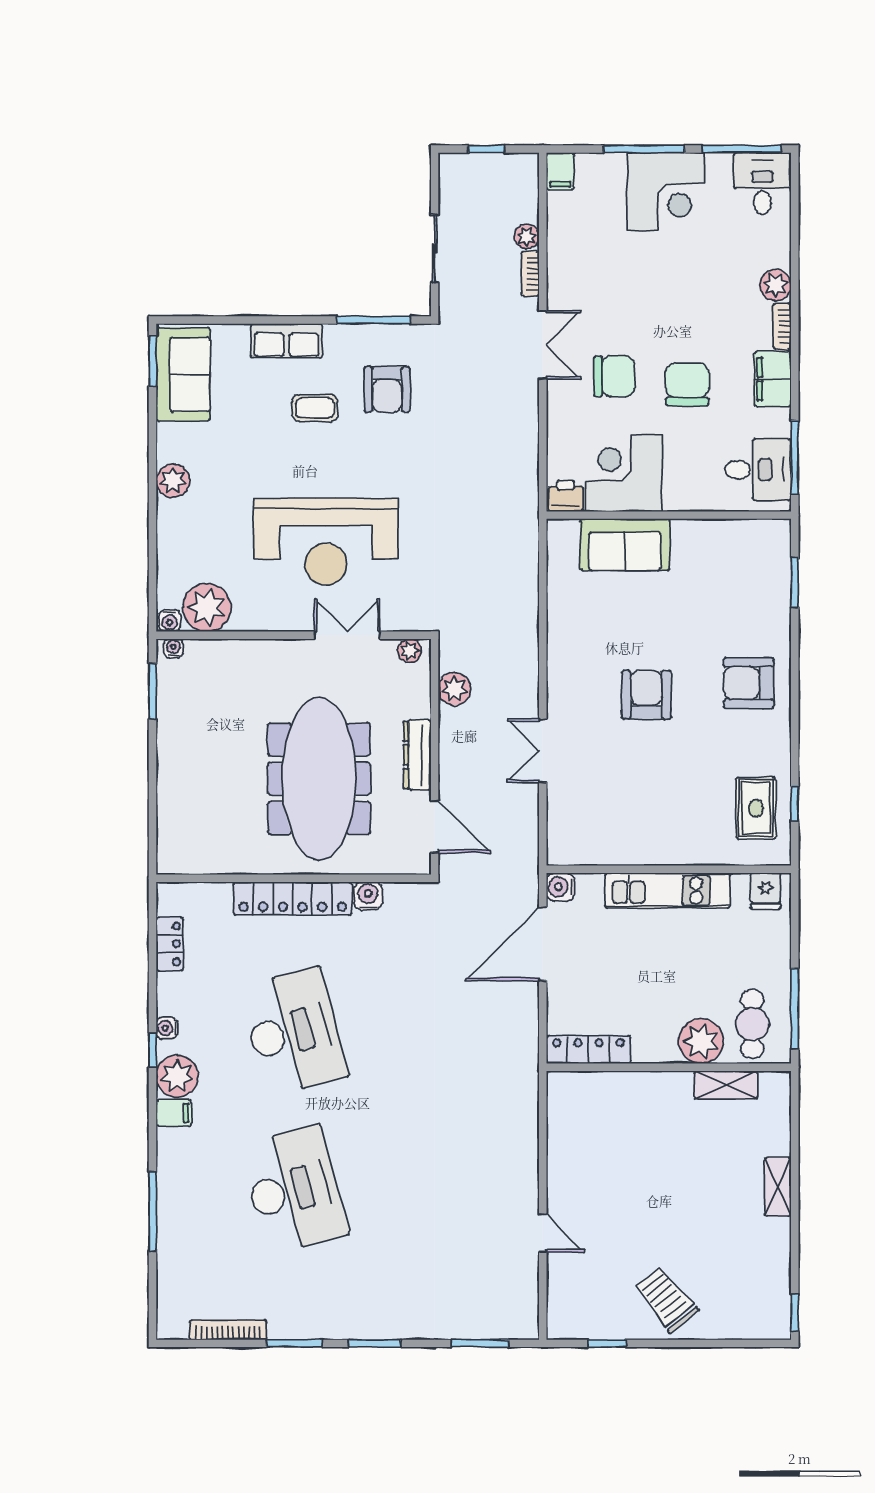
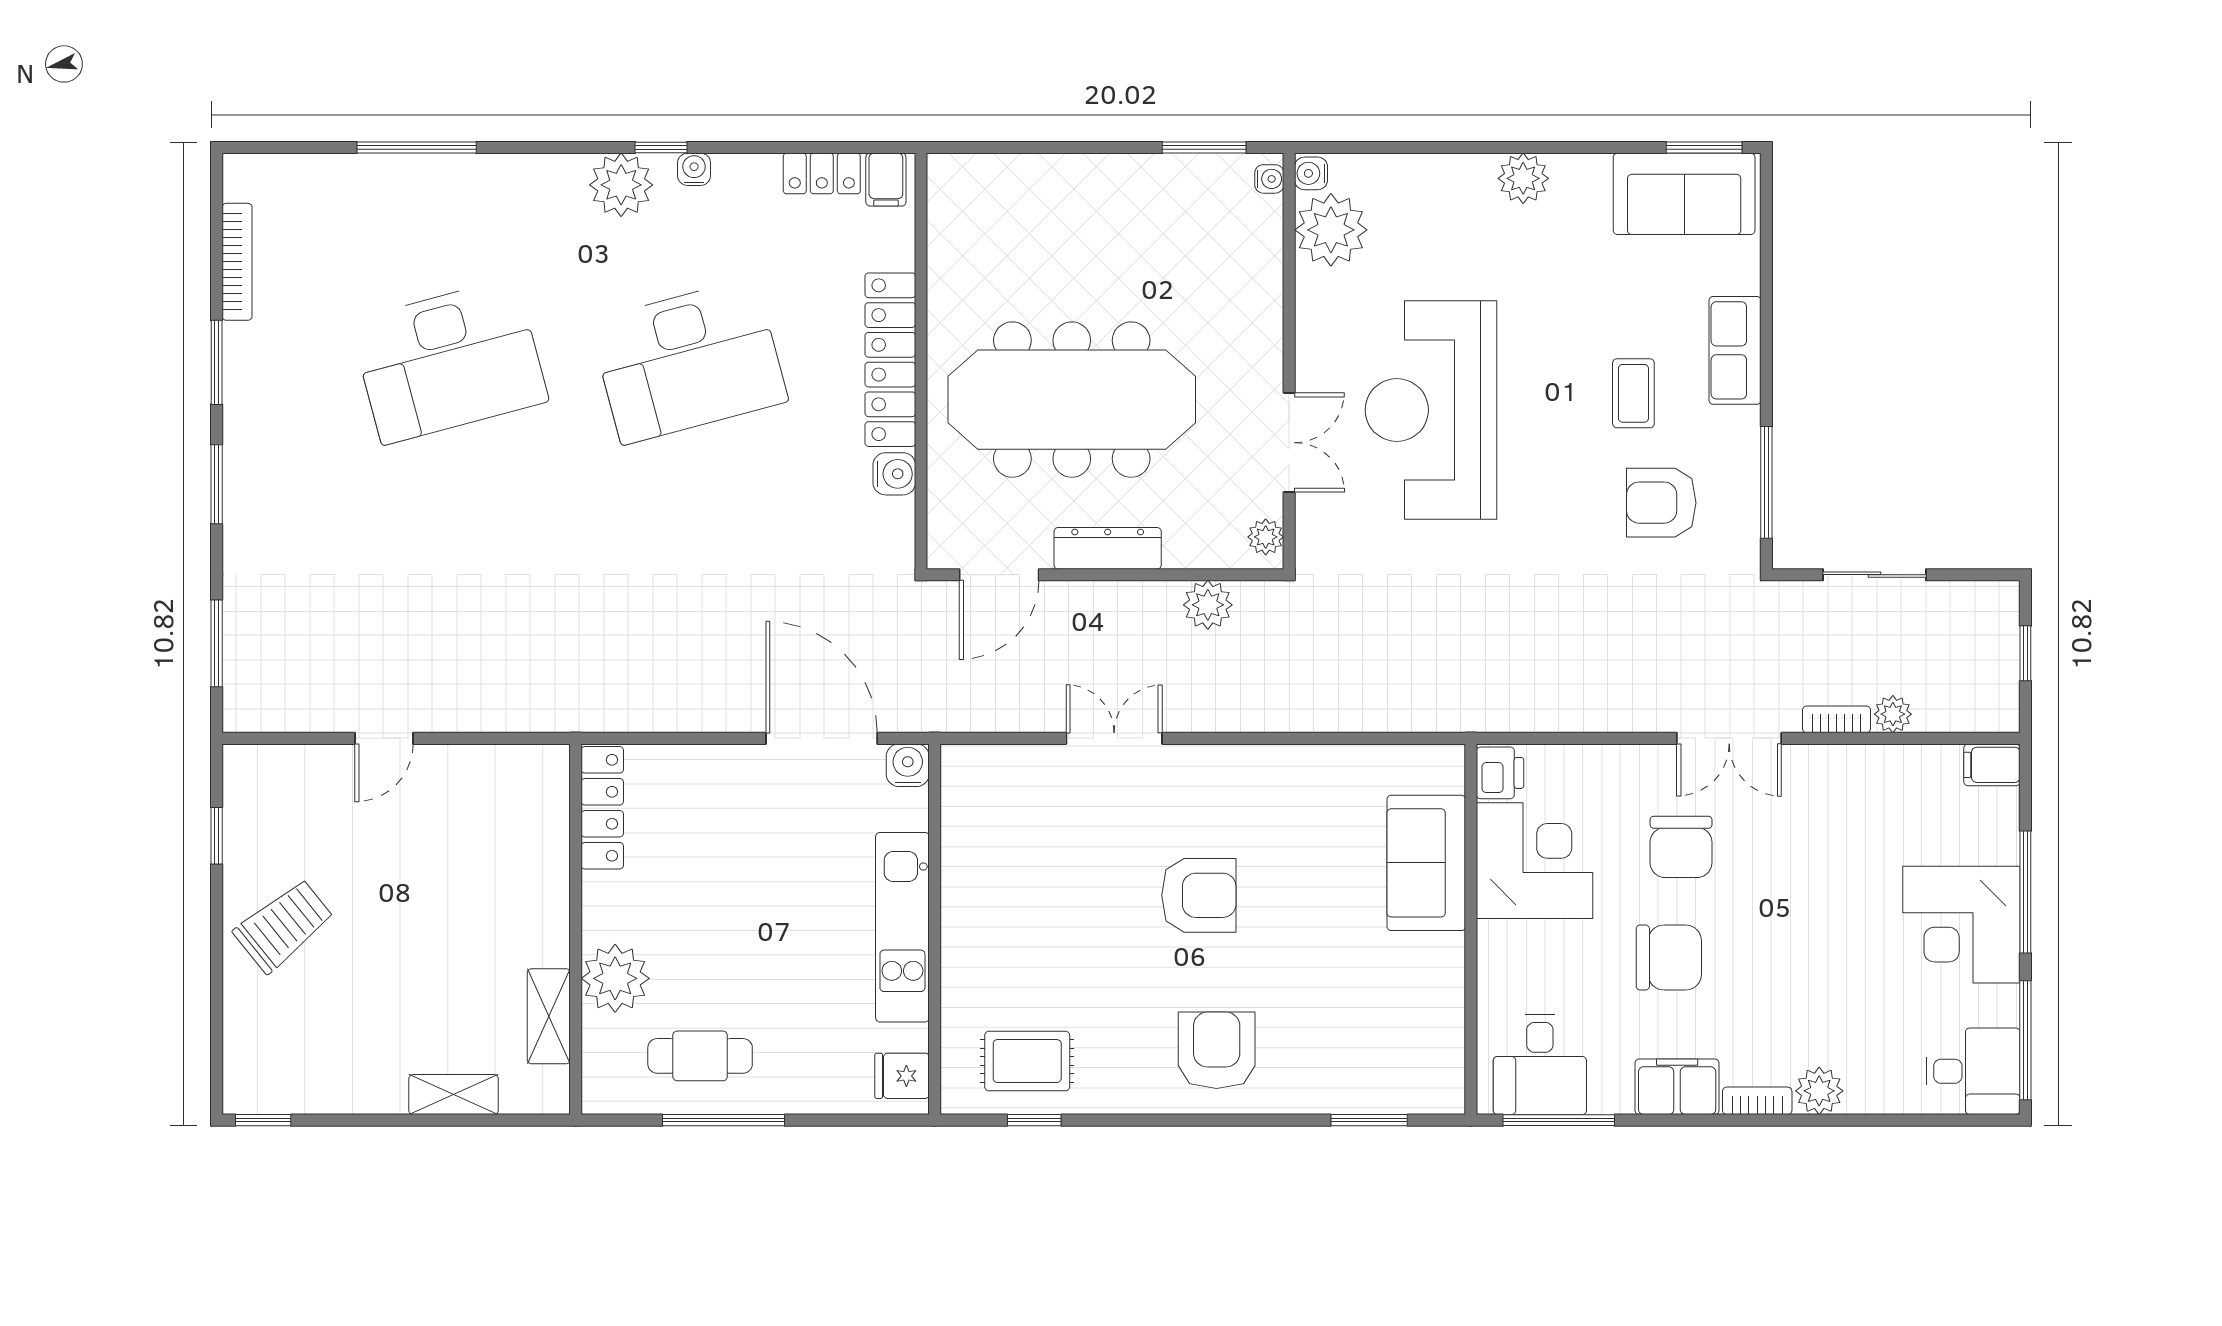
plant: (701, 1041) -> (615, 978), moved
locker: (589, 1050) -> (602, 808), moved
wall: (669, 1067) -> (576, 929), moved
shelving: (726, 1085) -> (549, 1016), moved
filing cabinet: (174, 1113) -> (886, 180), moved

